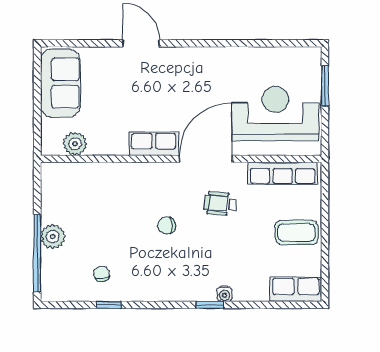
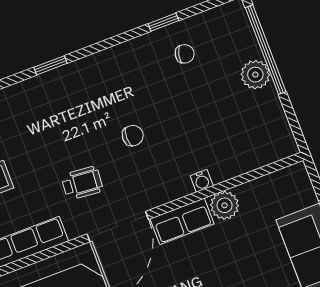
plant: (75, 144) -> (225, 205), moved
chair: (102, 274) -> (185, 54), turned -69
water cooler: (224, 294) -> (202, 181), moved, turned 180

